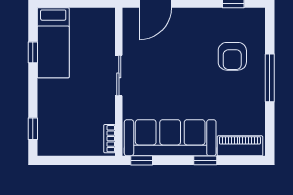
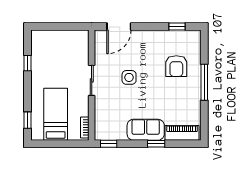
bed: (53, 43) -> (56, 114), moved, turned 180
side table: (169, 71) -> (129, 77), added
sofa: (170, 138) -> (146, 130), width x0.54, depth x0.79

